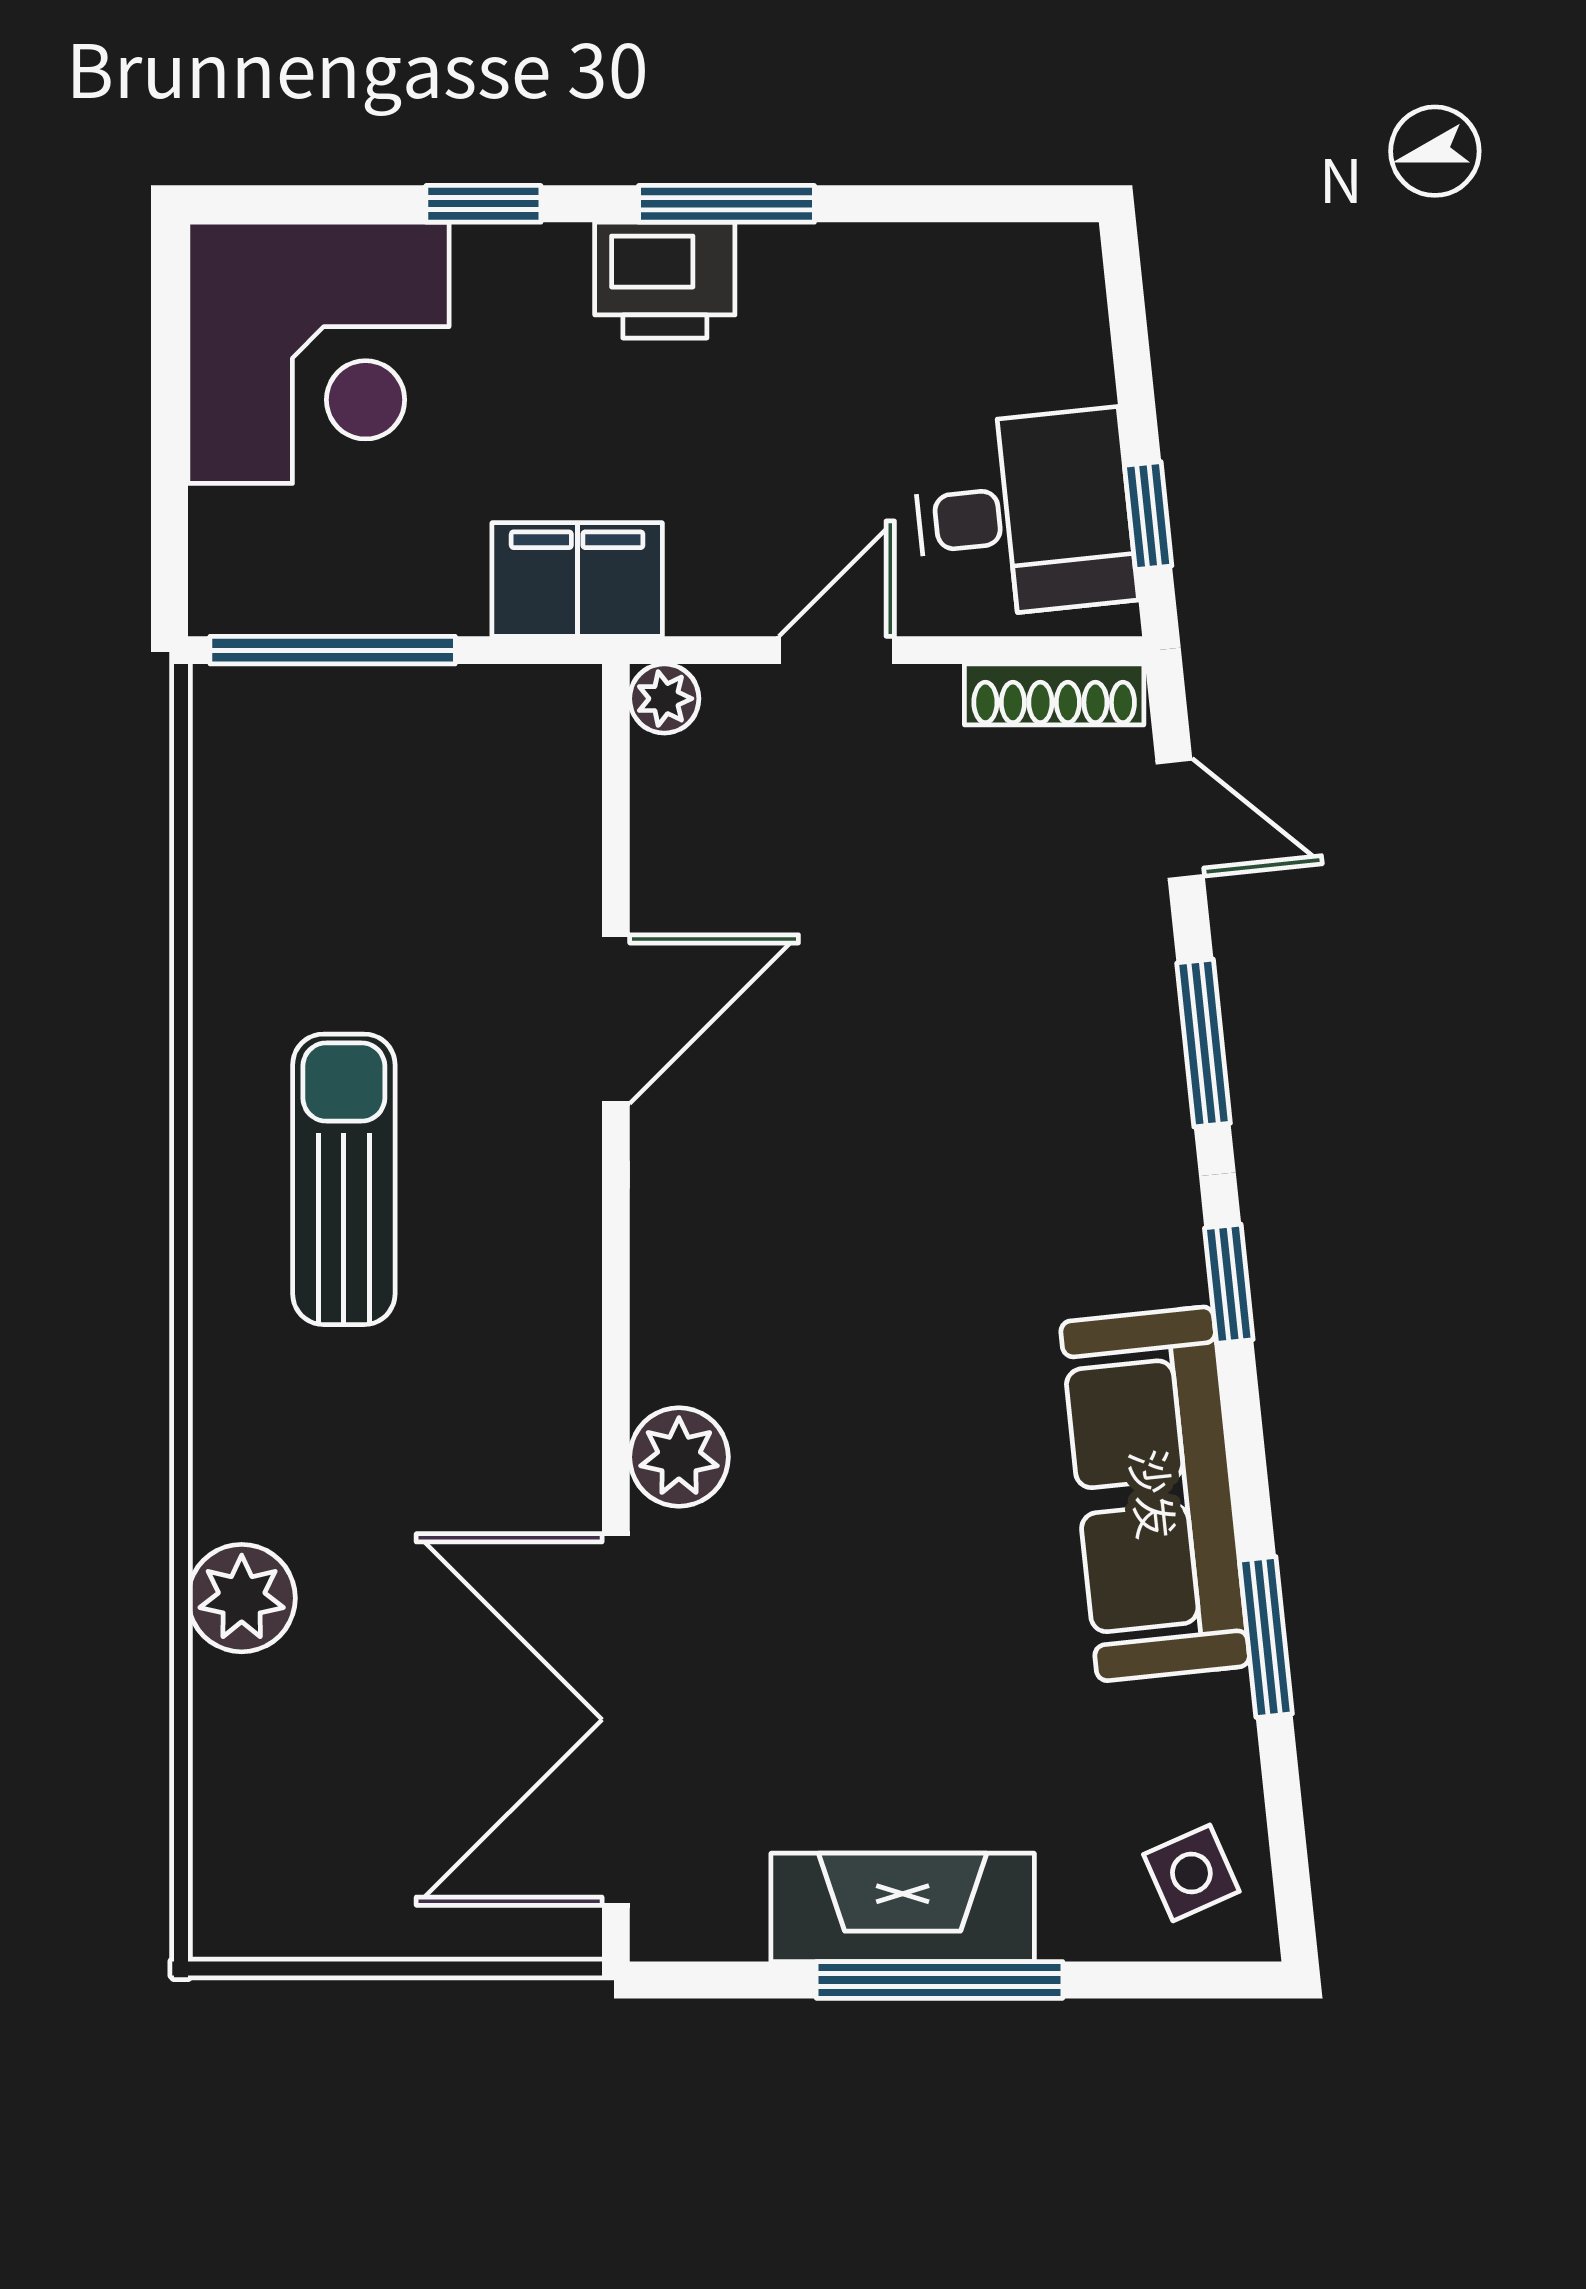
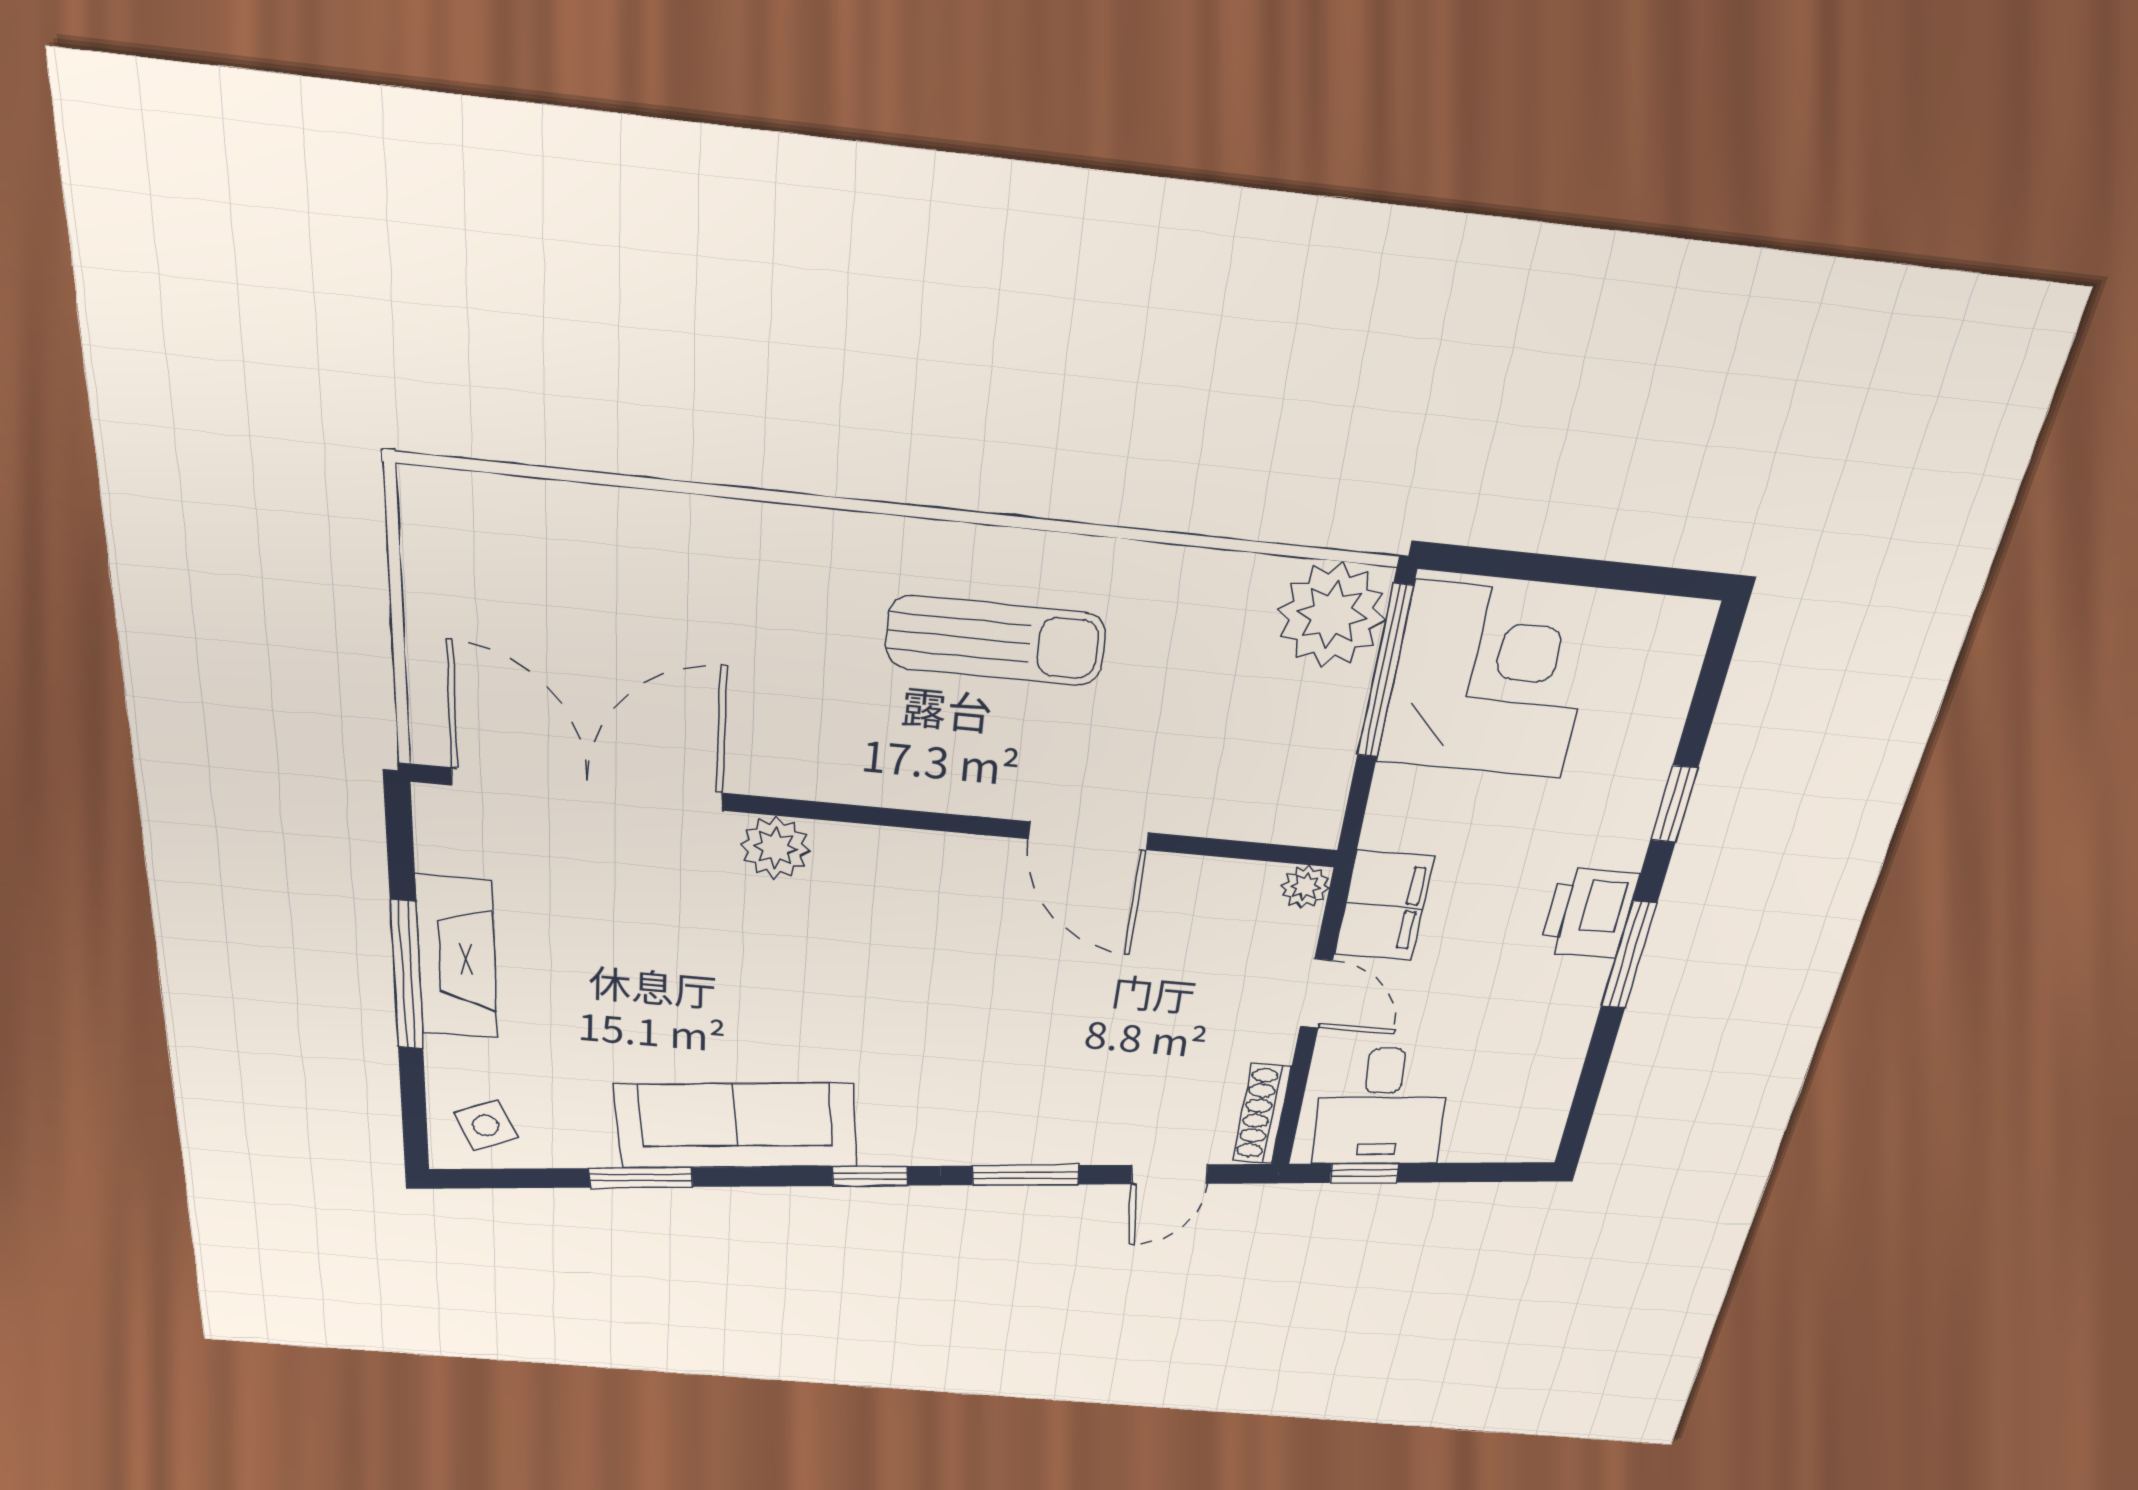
corner desk: (319, 353) -> (1489, 681), moved, turned 180
filing cabinet: (577, 580) -> (1384, 906), moved
plant: (242, 1598) -> (1332, 615), moved, width x1.36, depth x1.36

